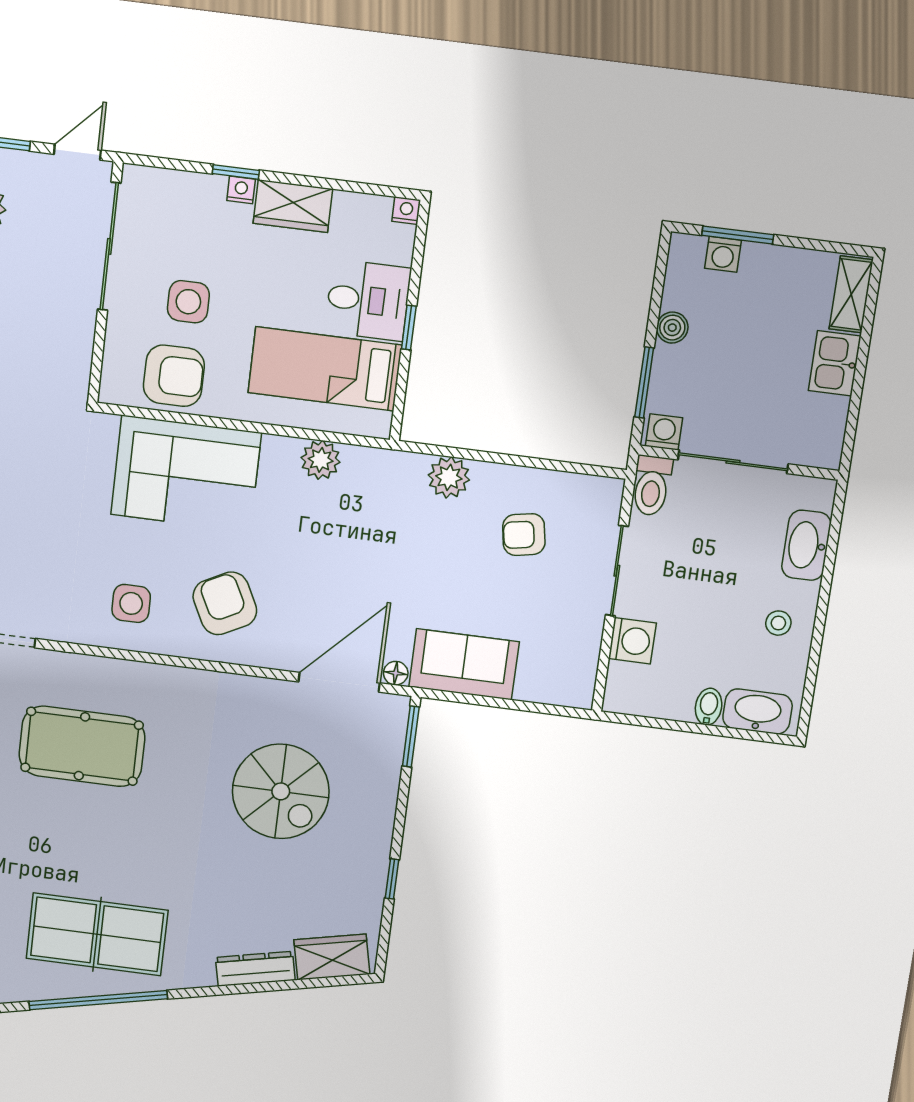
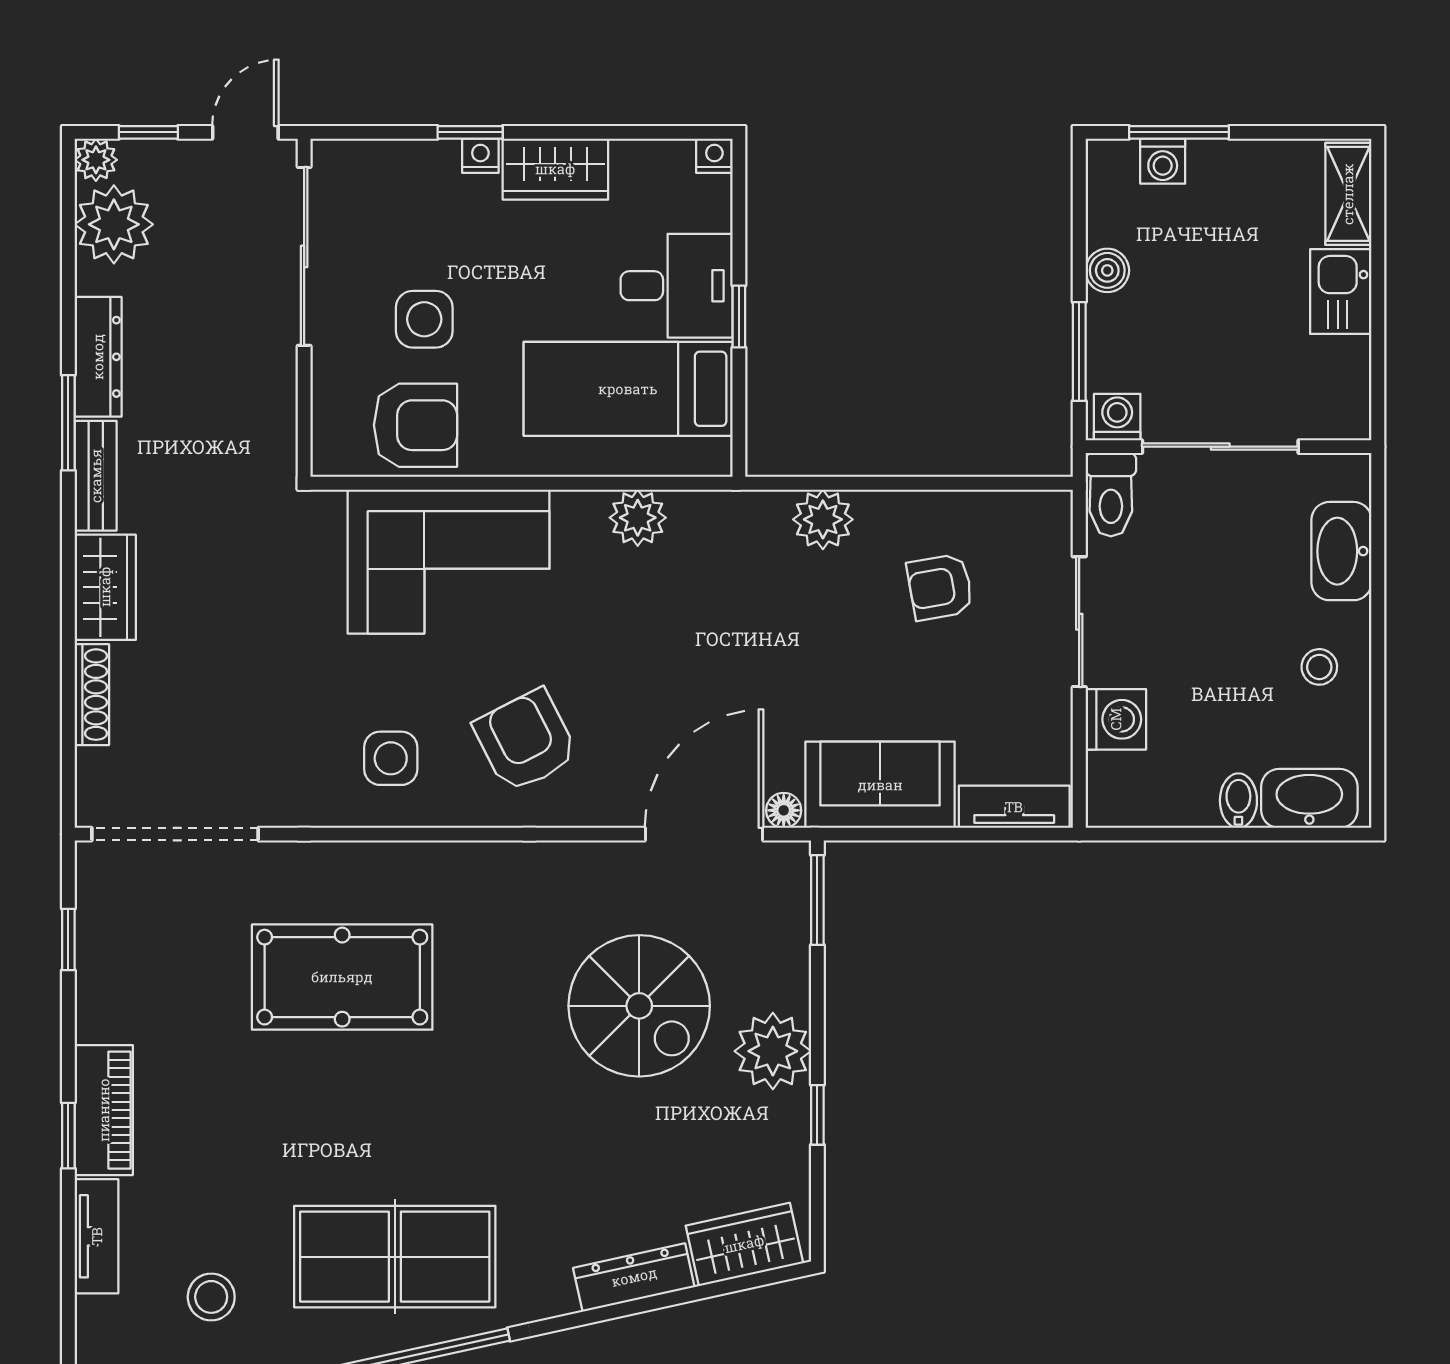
tv unit: (554, 691) -> (1014, 807), added
plant: (367, 833) -> (773, 1051), added

